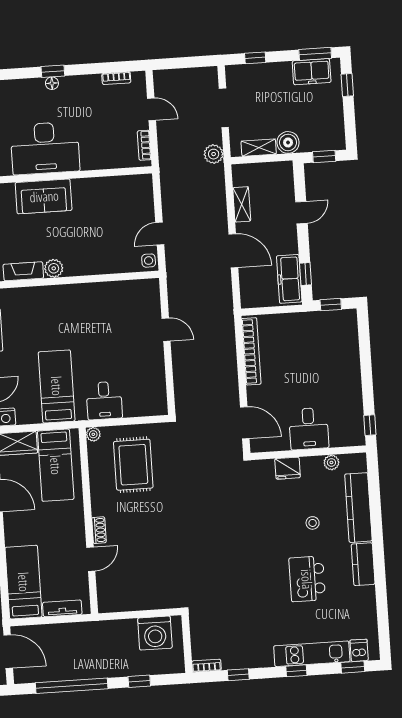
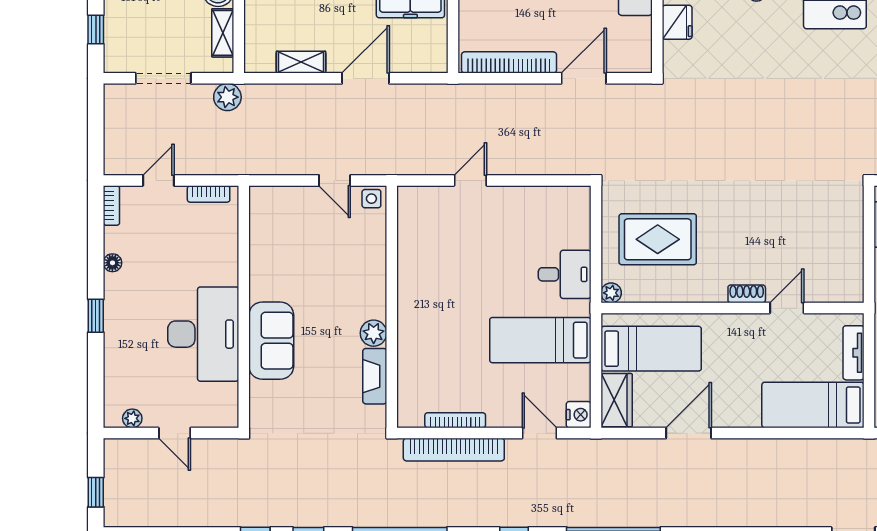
bookcase: (116, 78) -> (111, 205), moved
floor lamp: (52, 83) -> (112, 263), moved
door: (245, 423) -> (584, 78), moved
door: (91, 559) -> (787, 308), hinge flipped

